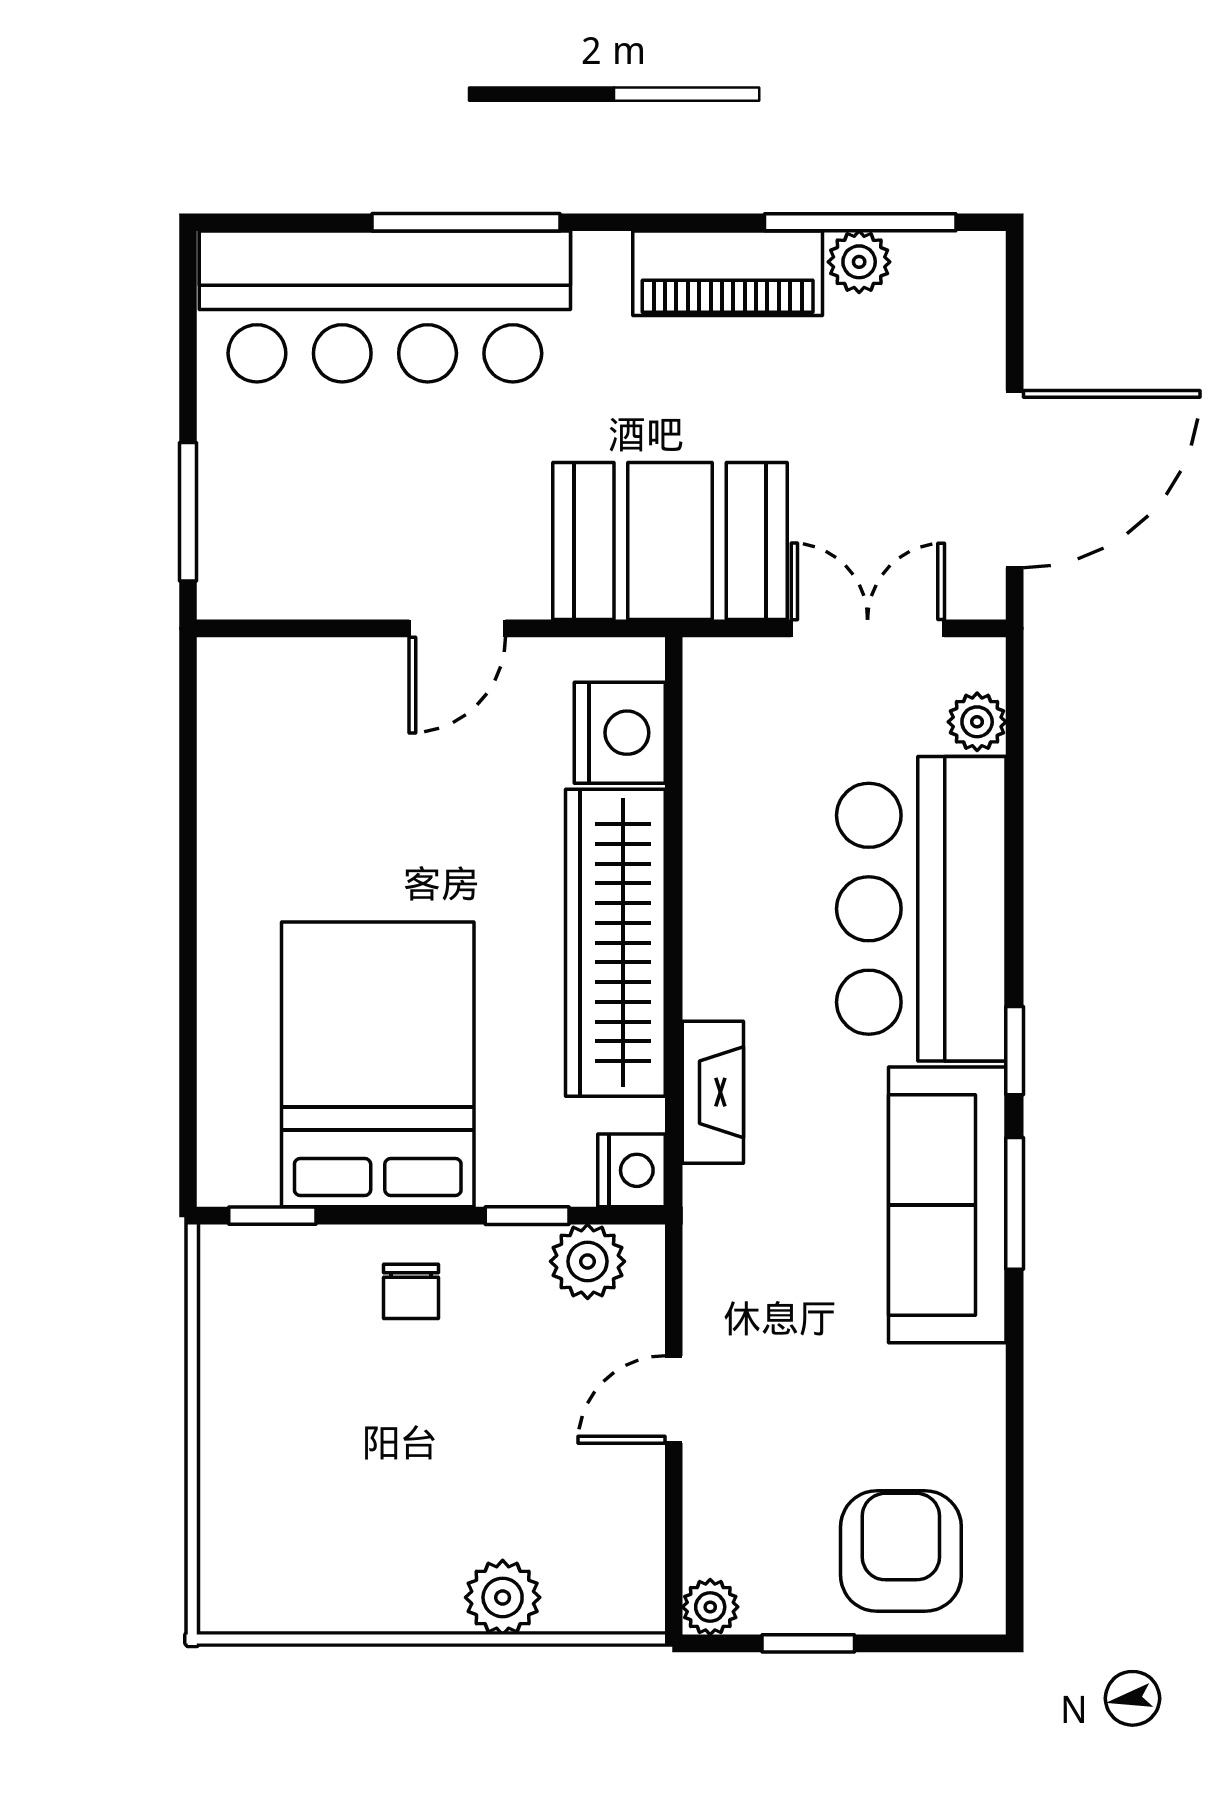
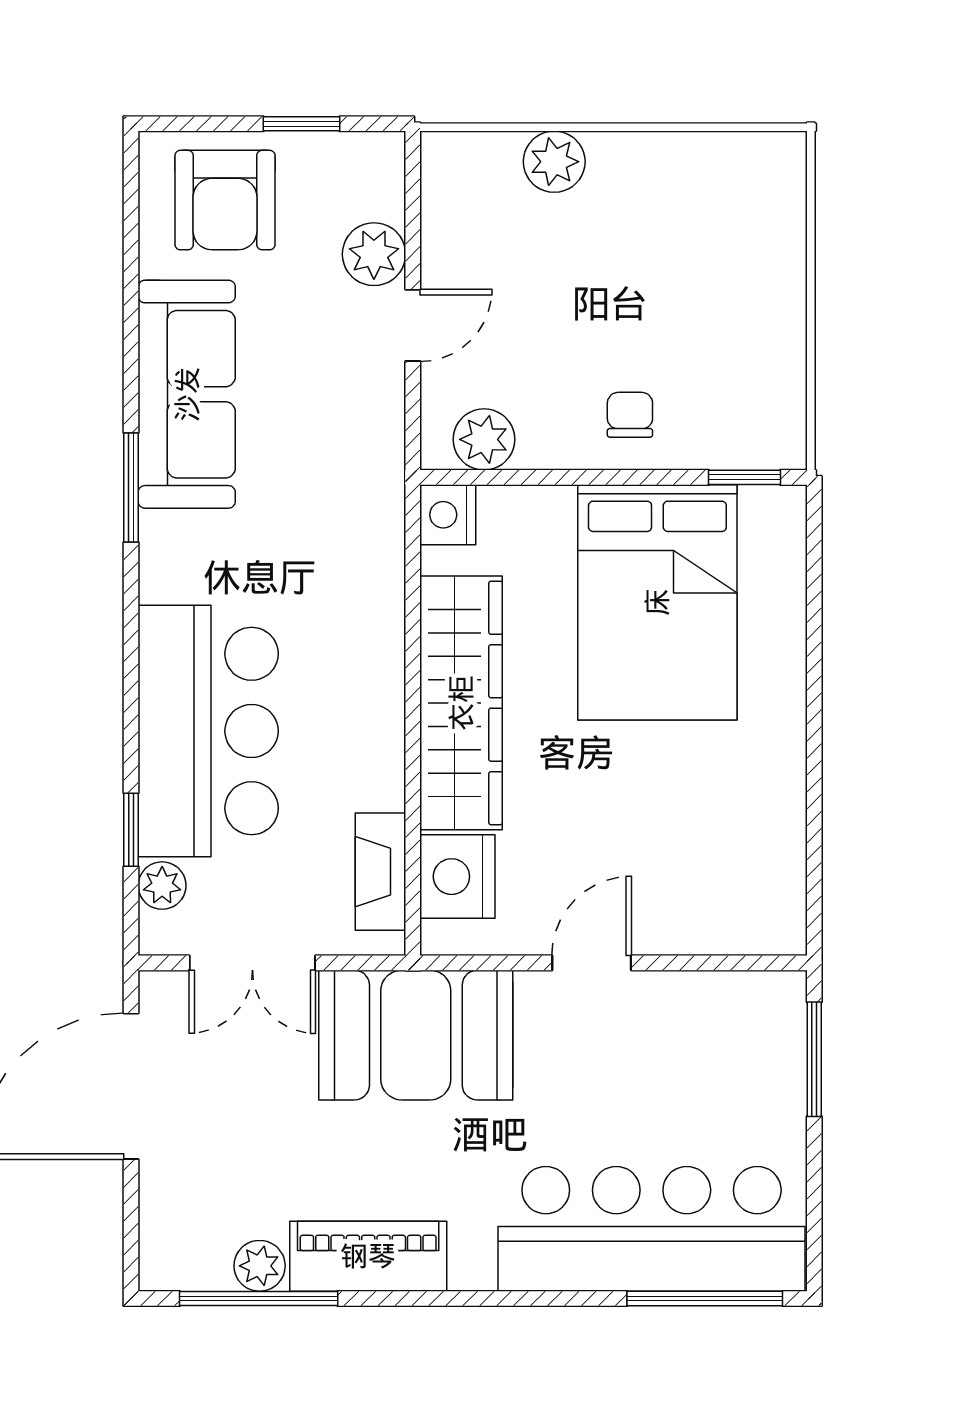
window: (466, 222) -> (705, 1298), moved
window: (1015, 1051) -> (131, 830), moved
fireplace: (713, 1092) -> (380, 872), moved
sofa: (947, 1205) -> (187, 394), moved
window: (527, 1216) -> (534, 477), removed
plant: (710, 1607) -> (374, 254), moved, width x1.38, depth x1.38

